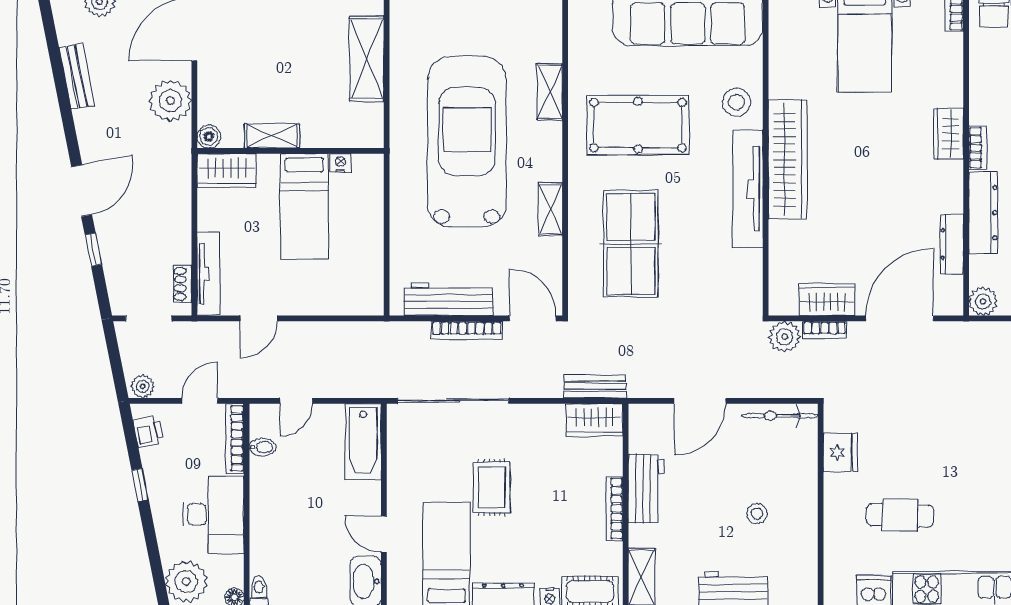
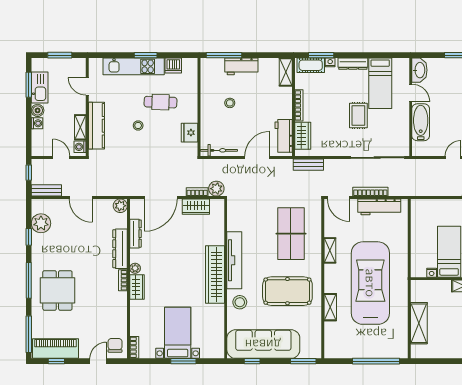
car: (467, 142) -> (370, 283), turned 180
plant: (953, 172) -> (135, 268), added
wardrobe: (594, 420) -> (303, 136), moved, turned 90
bathtub: (363, 442) -> (421, 122), moved
stool: (946, 467) -> (138, 125), added
workbench: (646, 489) -> (284, 136), moved

